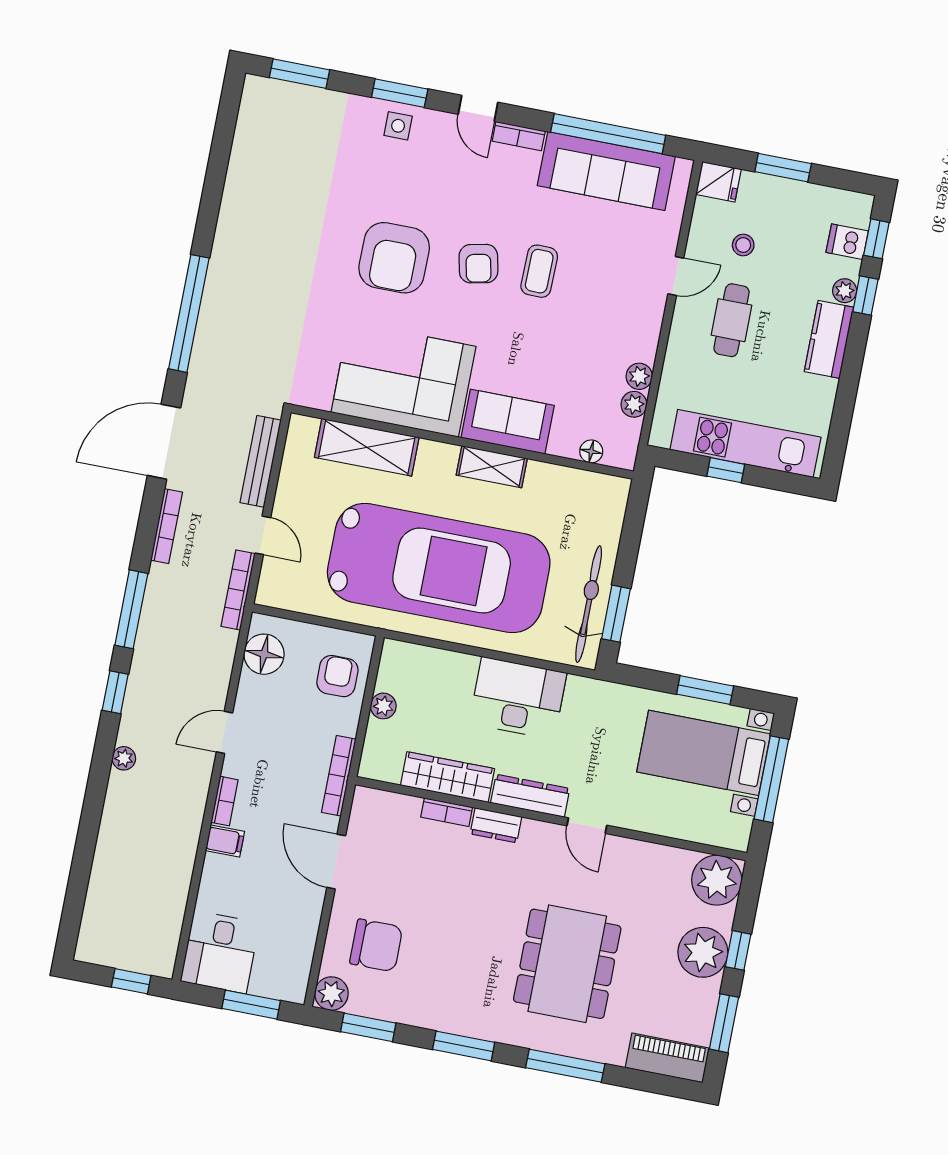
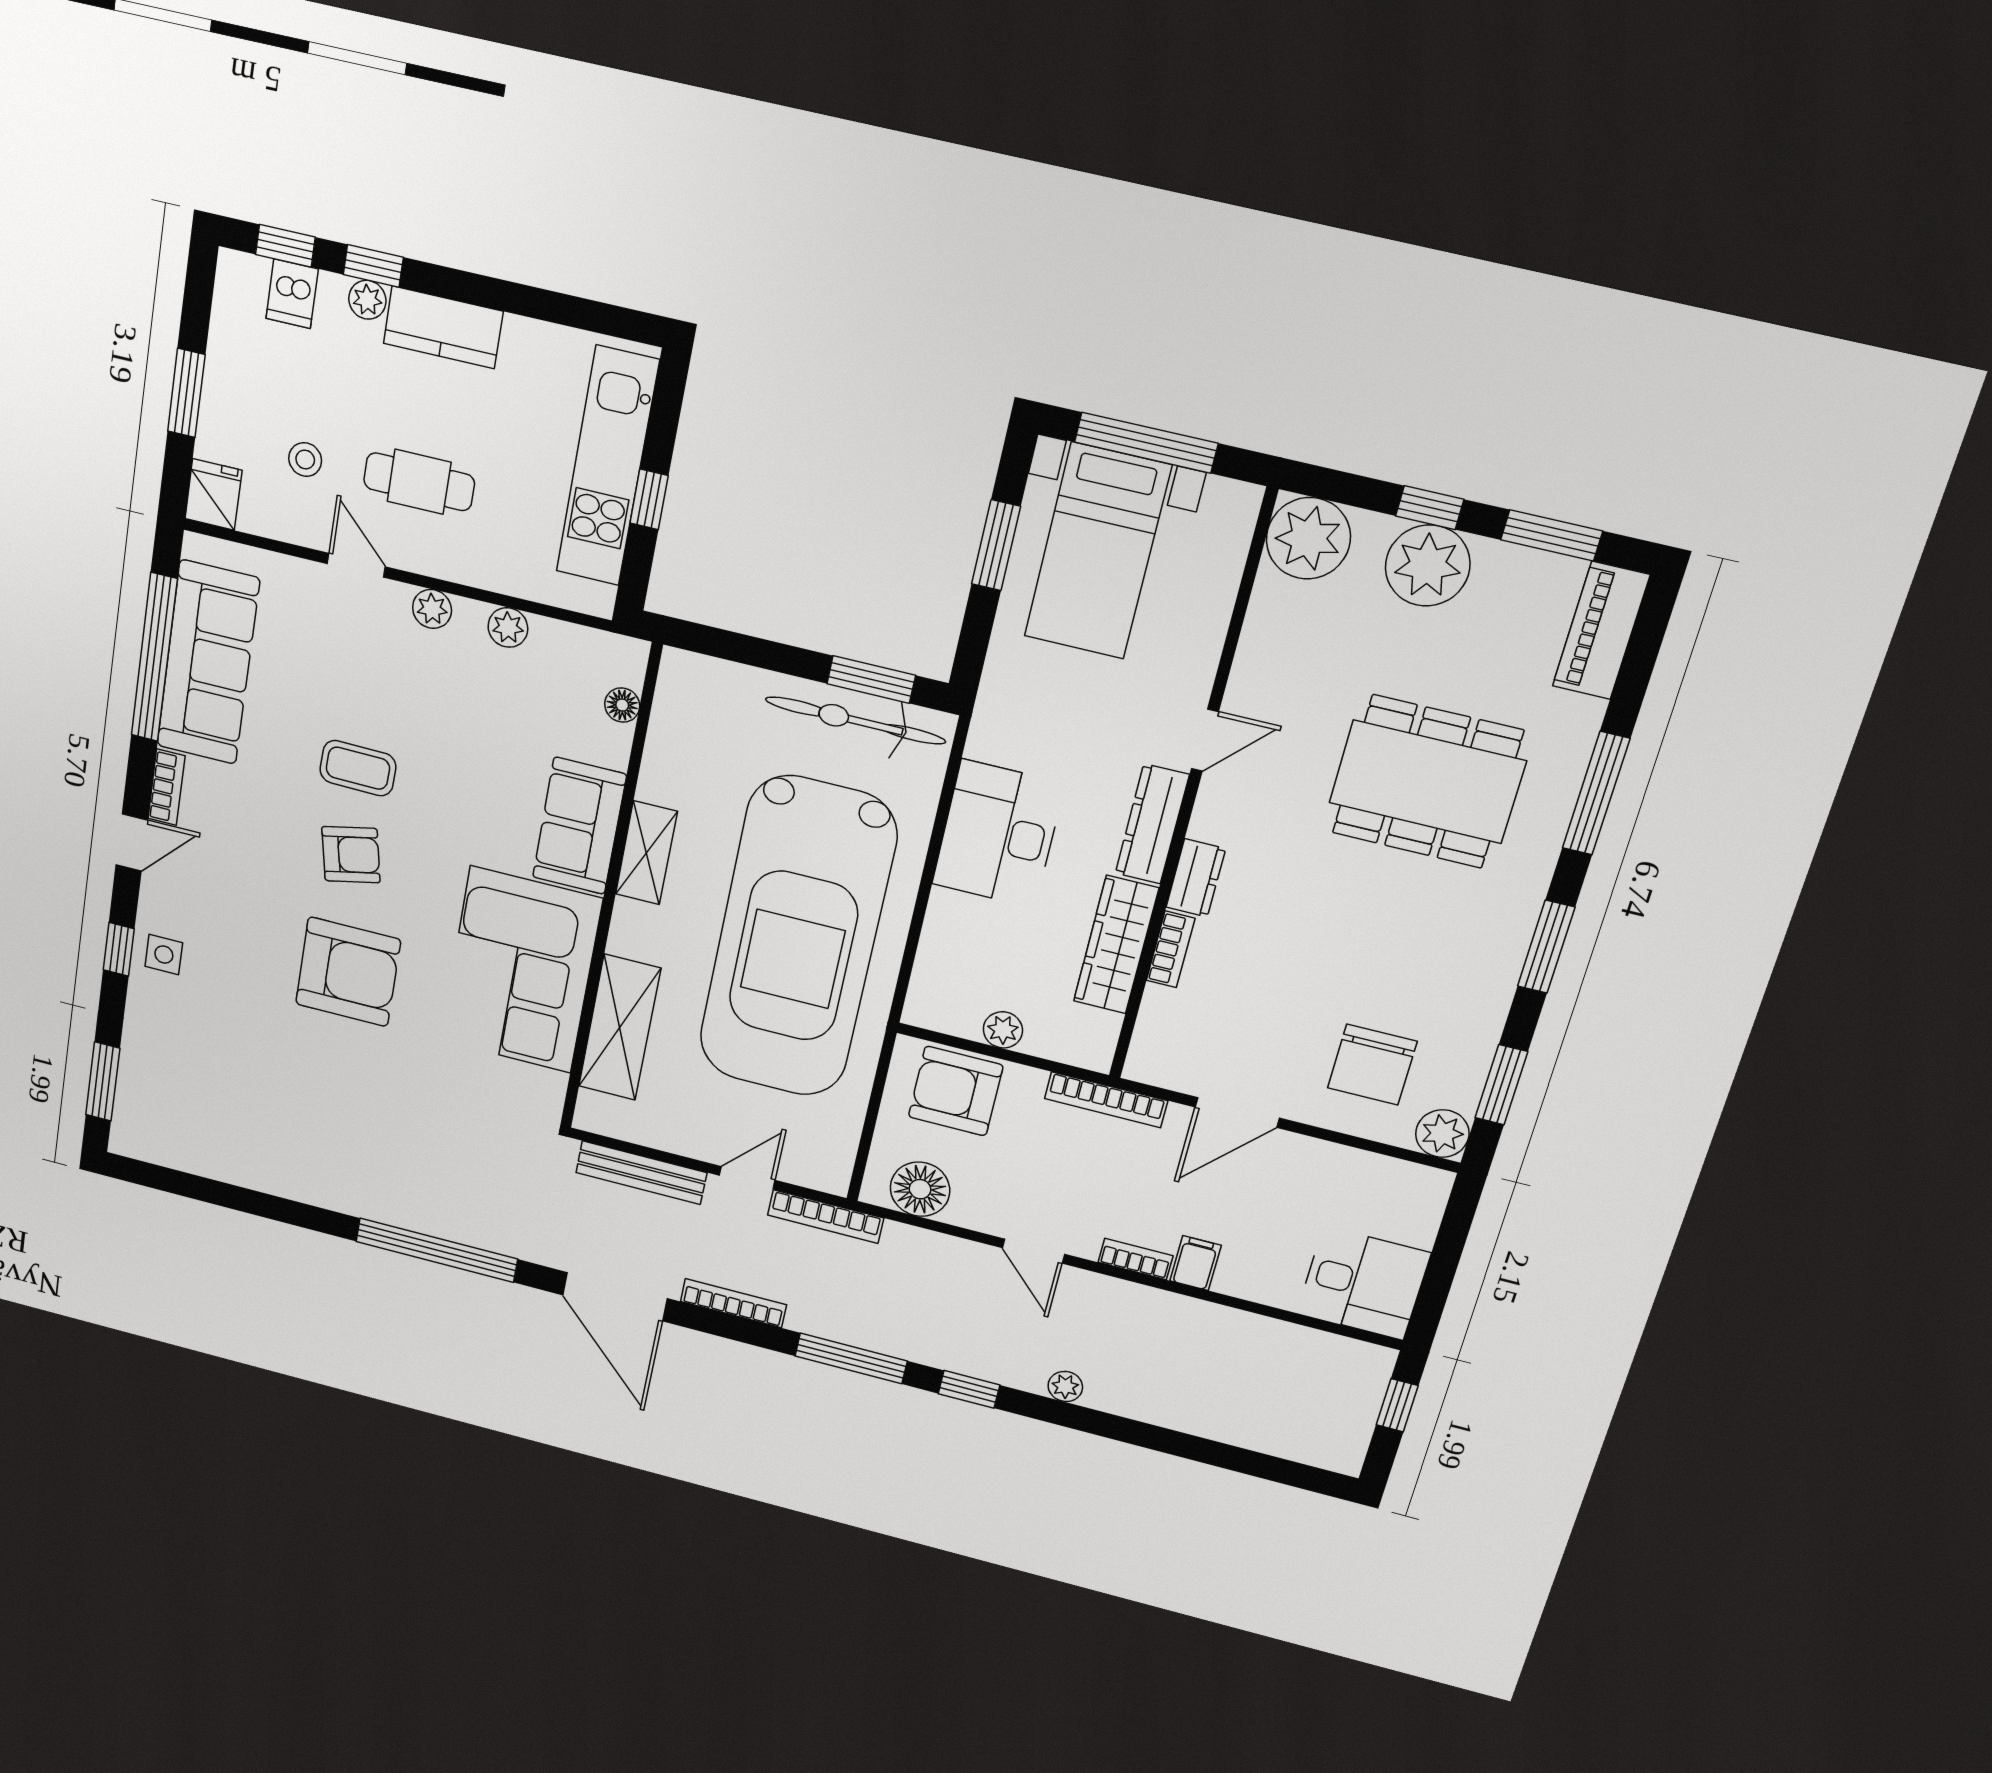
window: (400, 93) -> (119, 949), width x0.67
plant: (634, 404) -> (432, 609), moved
car: (439, 568) -> (797, 938), turned 180
armchair: (337, 676) -> (956, 1091), width x1.38, depth x1.38
chair: (376, 945) -> (1372, 1065), turned 180
window: (251, 1005) -> (1449, 1247), removed

